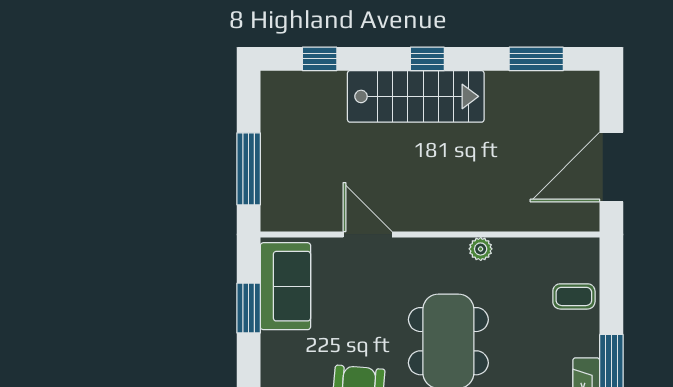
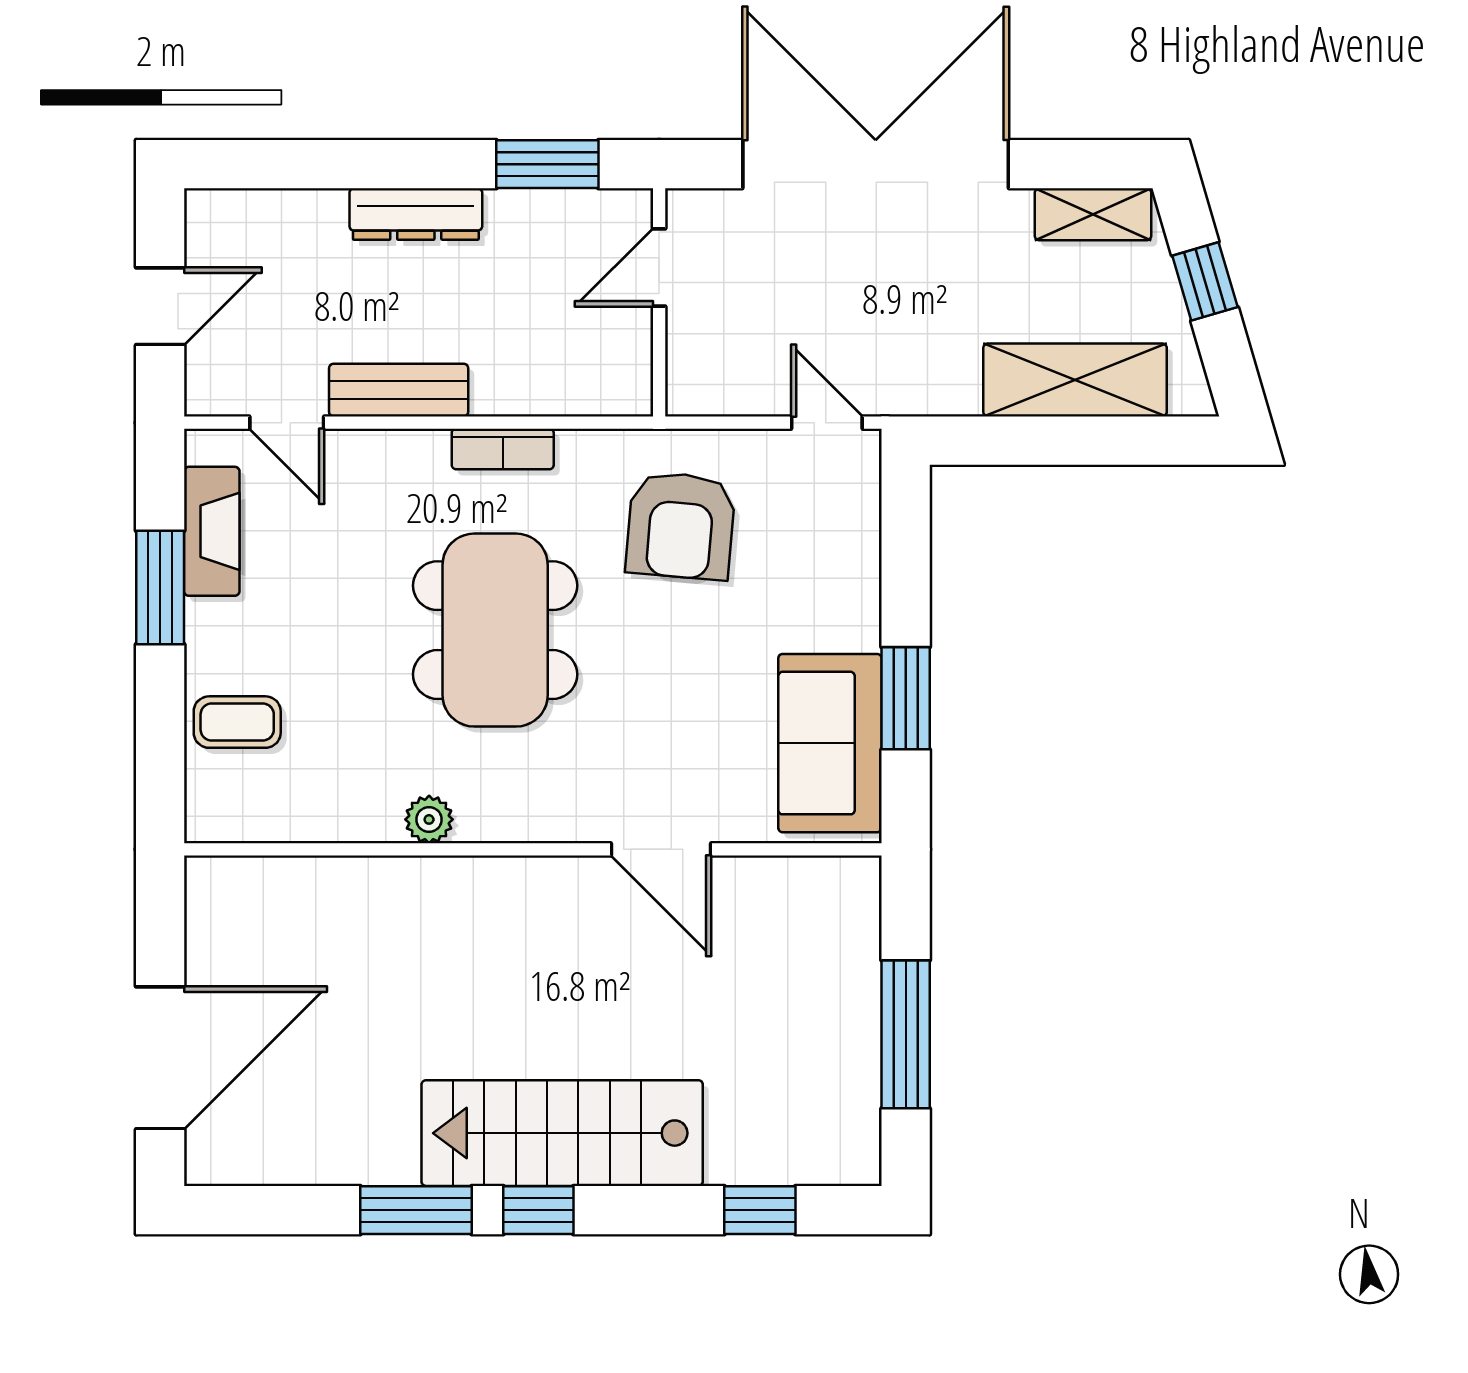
window: (536, 59) -> (416, 1210), moved
door: (611, 167) -> (160, 1058), moved
window: (249, 169) -> (906, 1034), moved

